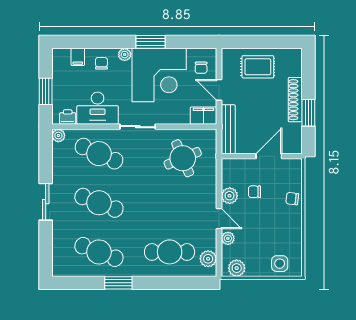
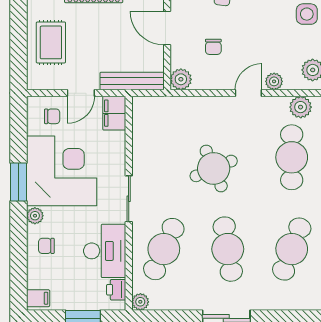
filing cabinet: (78, 57) -> (38, 298), moved
round table: (183, 158) -> (214, 168), moved
plant: (230, 196) -> (181, 79), moved
cafe table: (99, 203) -> (228, 249), turned -30

